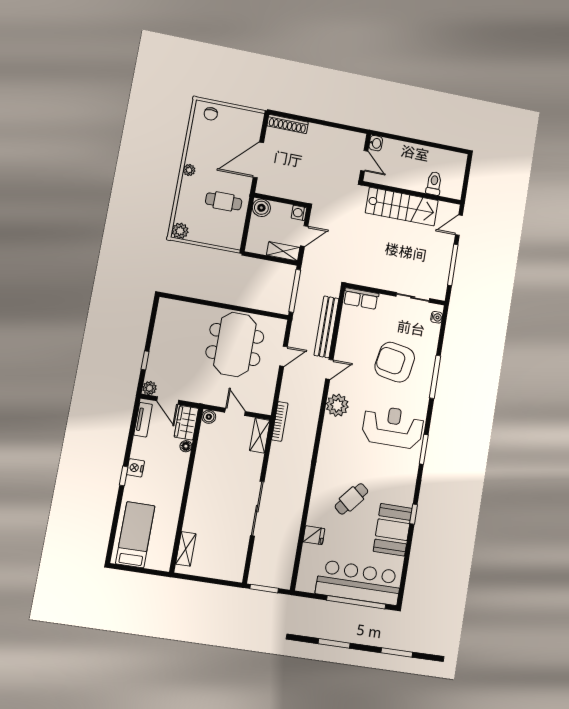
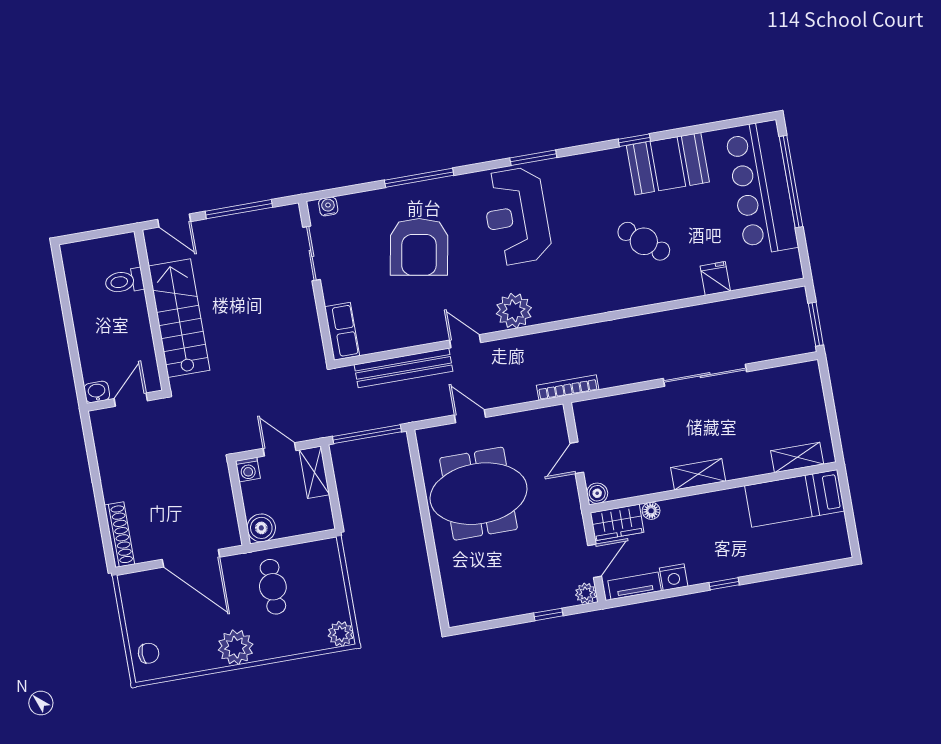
plant: (189, 170) -> (236, 647), width x1.87, depth x1.87
shelving: (260, 435) -> (698, 474), moved
nightstand: (135, 468) -> (674, 577), moved
bed: (135, 535) -> (795, 498), moved

